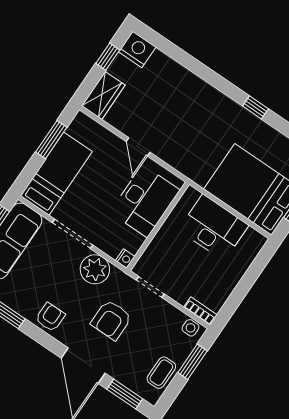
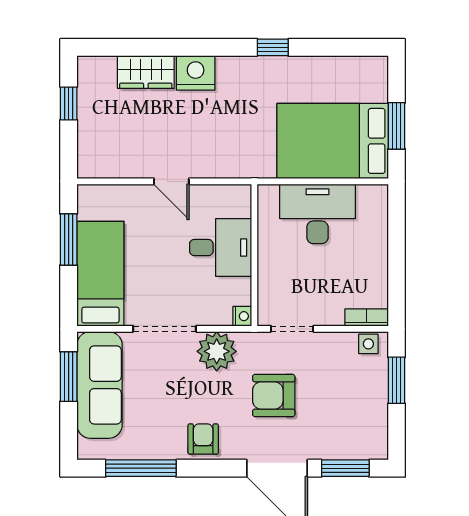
nightstand: (137, 49) -> (196, 73), moved
wardrobe: (103, 95) -> (146, 72), moved, turned 90
desk: (145, 201) -> (221, 248), width x0.73
armchair: (111, 320) -> (274, 396), turned 90
coffee table: (161, 373) -> (370, 416), removed

